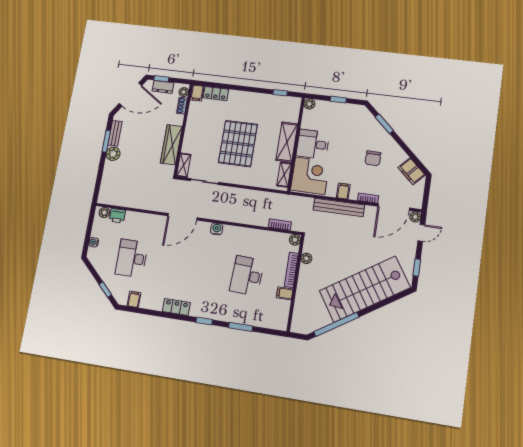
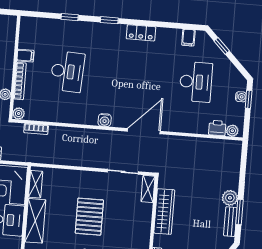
pallet: (238, 144) -> (89, 217), width x0.73, depth x0.71
window: (87, 240) -> (249, 99), added
window: (241, 327) -> (70, 17), width x0.67

